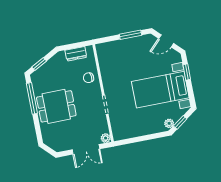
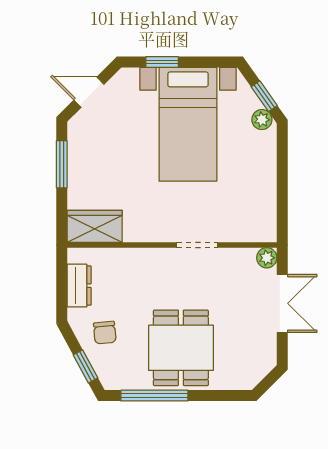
door: (166, 41) -> (89, 92), swing flipped
wardrobe: (105, 56) -> (95, 226), added
chair: (89, 78) -> (105, 333), moved

